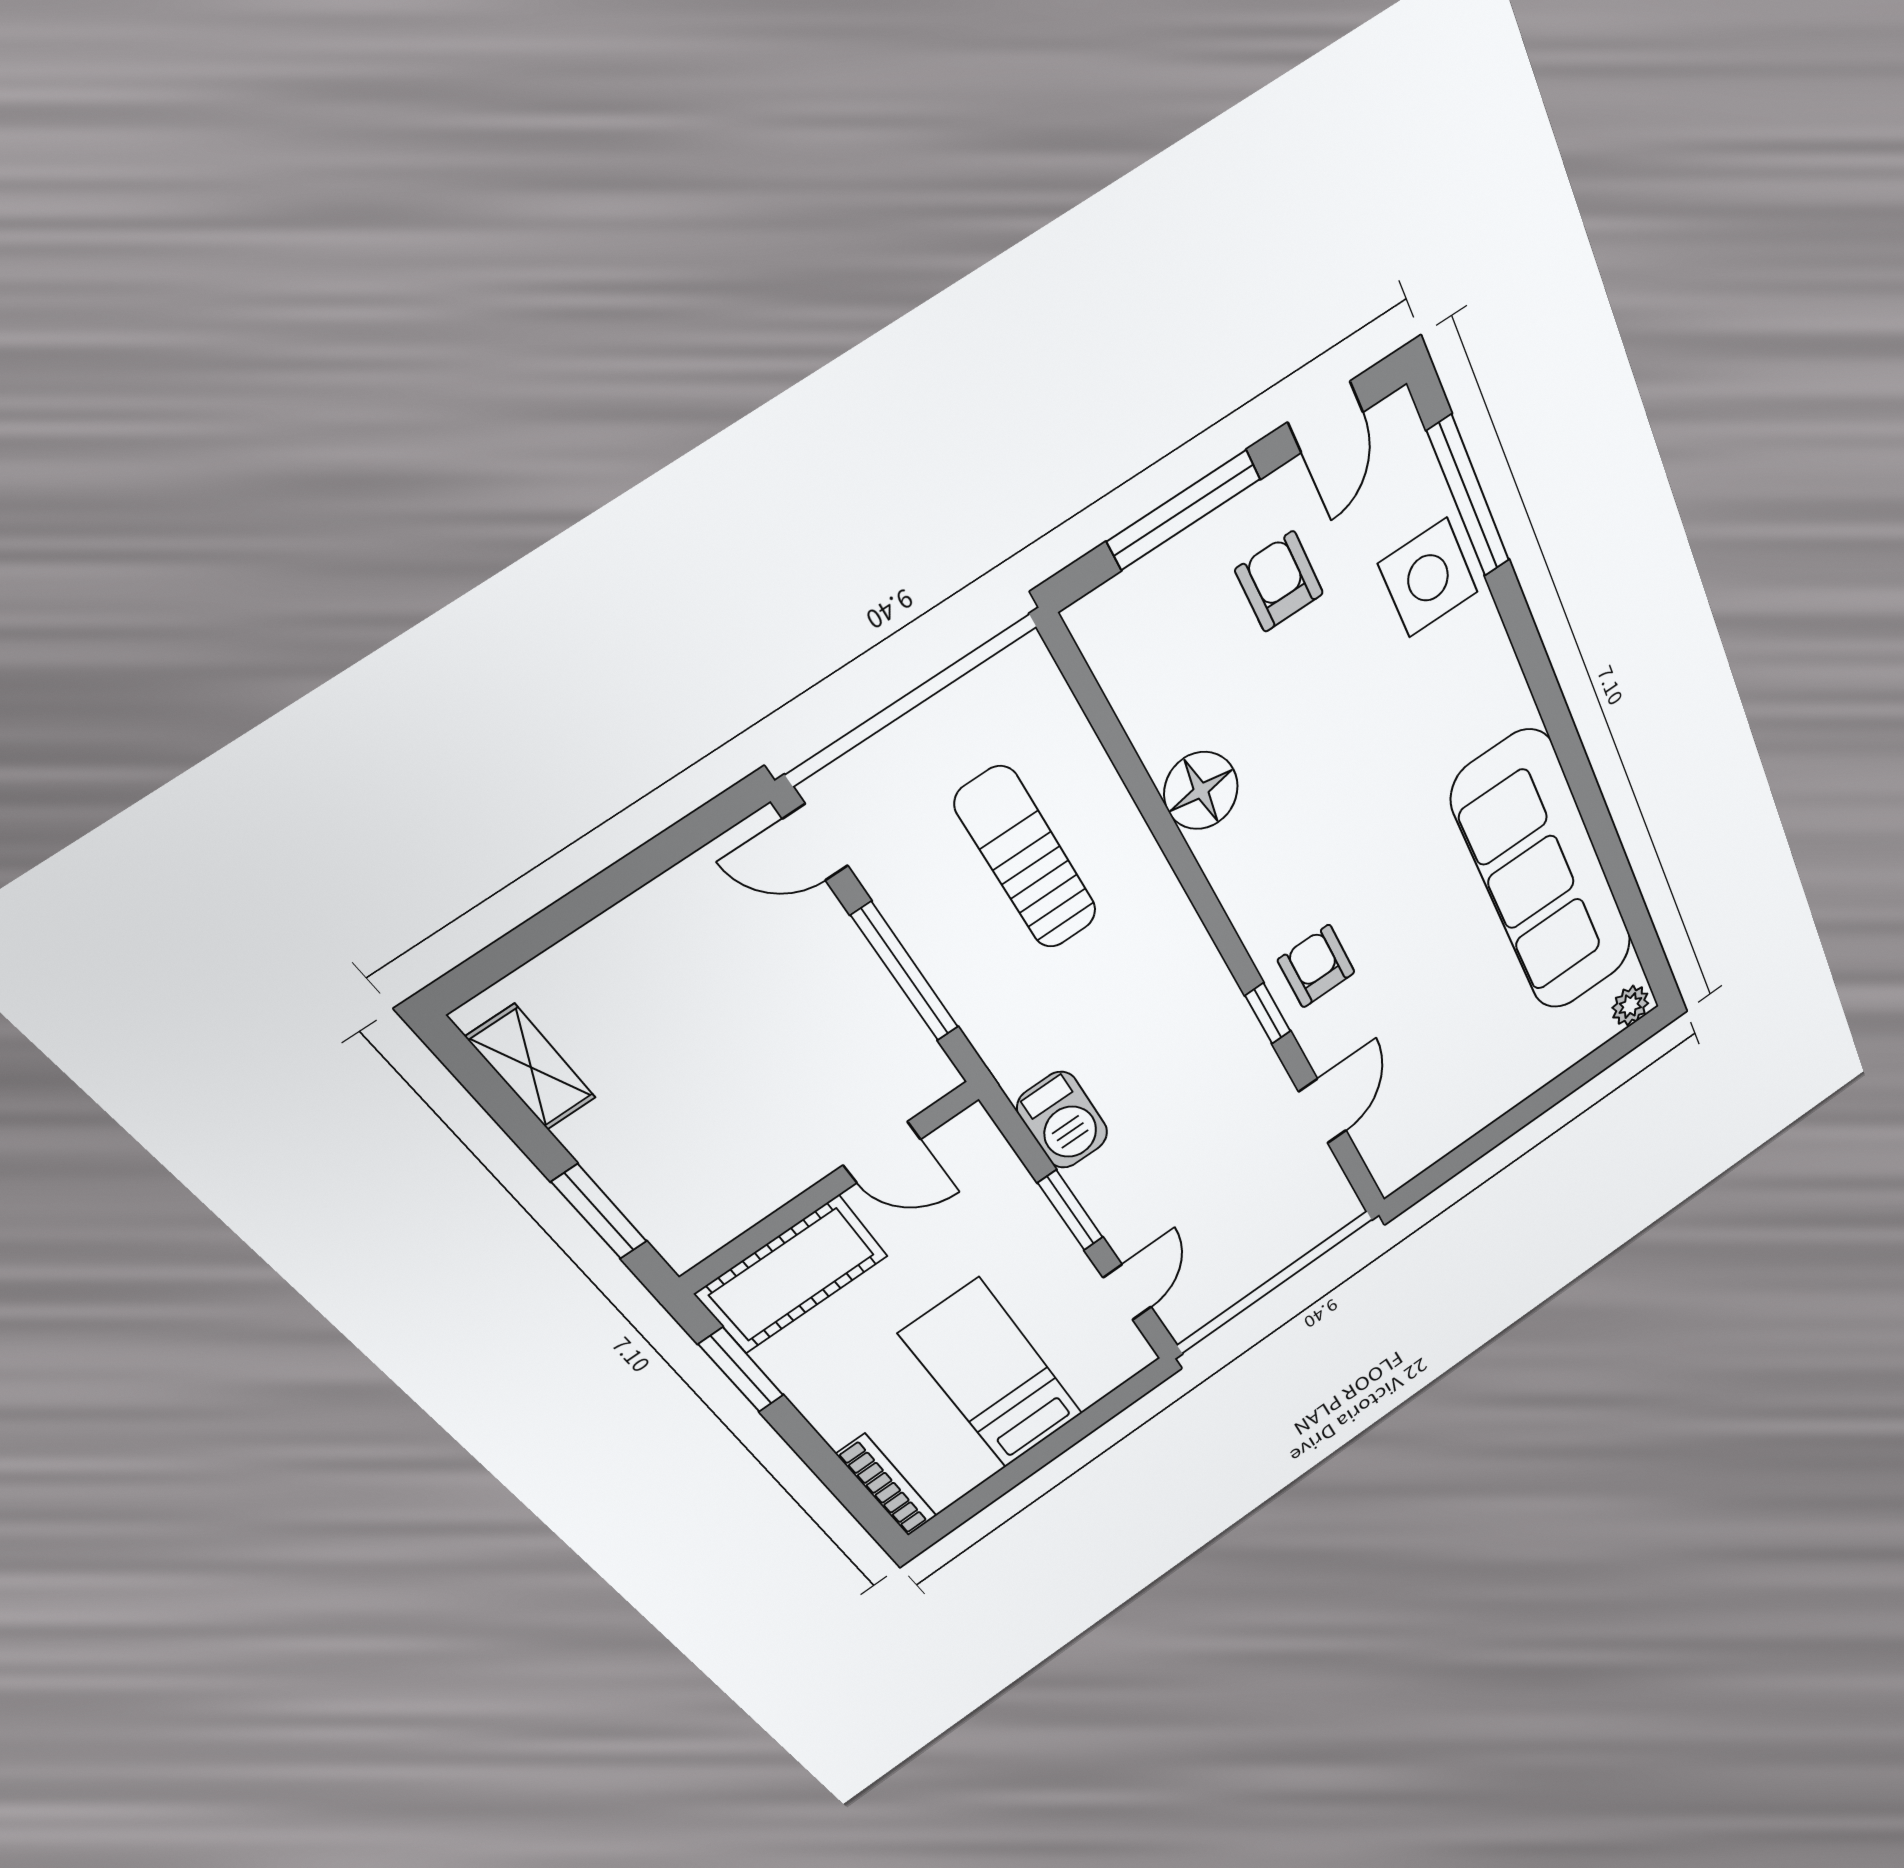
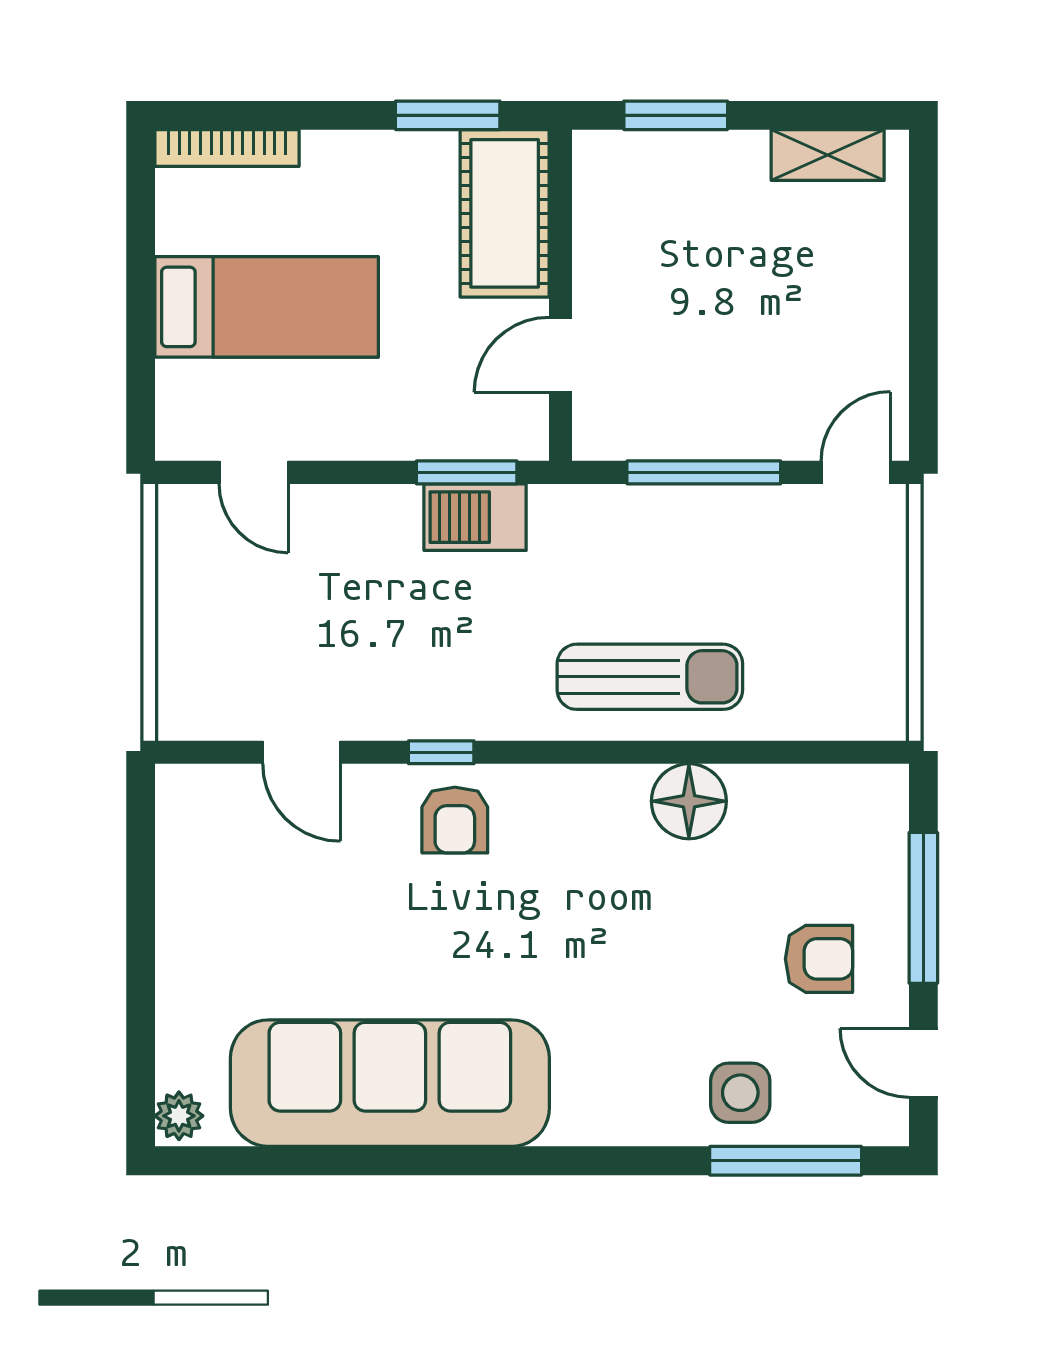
side table: (1428, 578) -> (740, 1093), width x0.73, depth x0.73
sun lounger: (1027, 858) -> (650, 677), moved
armchair: (1316, 966) -> (455, 820), turned 90
window: (1070, 1210) -> (467, 472), moved

